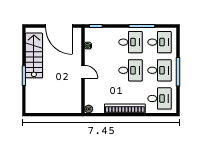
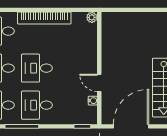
door: (59, 26) -> (131, 126), hinge flipped
door: (83, 72) -> (99, 83), moved

